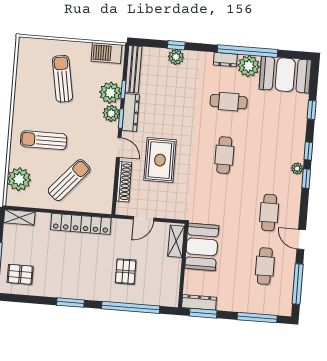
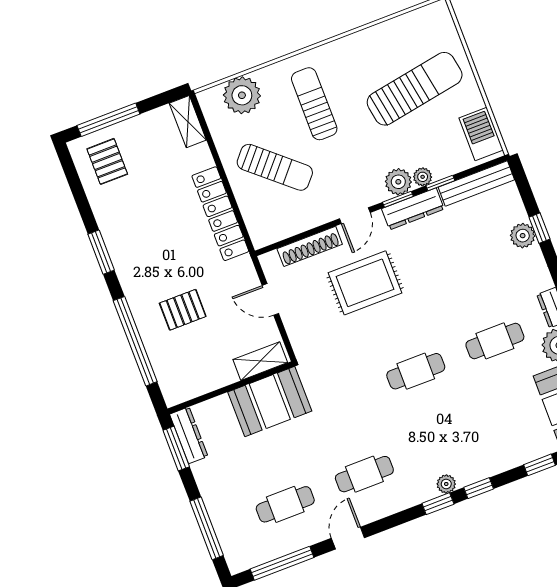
sun lounger: (62, 79) -> (415, 89), width x1.36, depth x1.34
plant: (110, 93) -> (423, 177), width x0.53, depth x0.53
cafe table: (229, 102) -> (495, 341), turned 90

